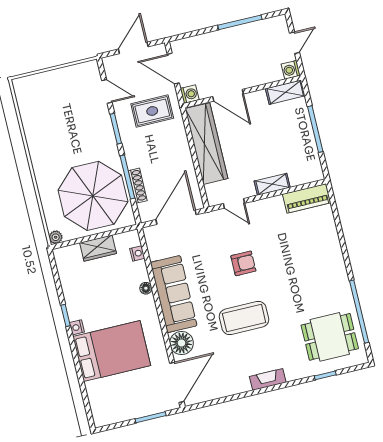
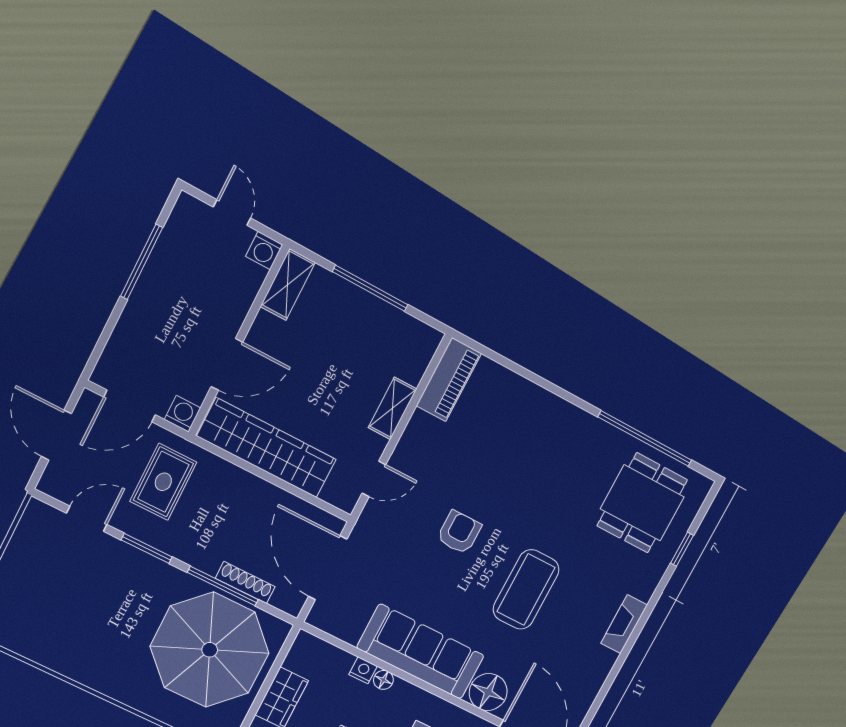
nightstand: (137, 253) -> (363, 670), moved

